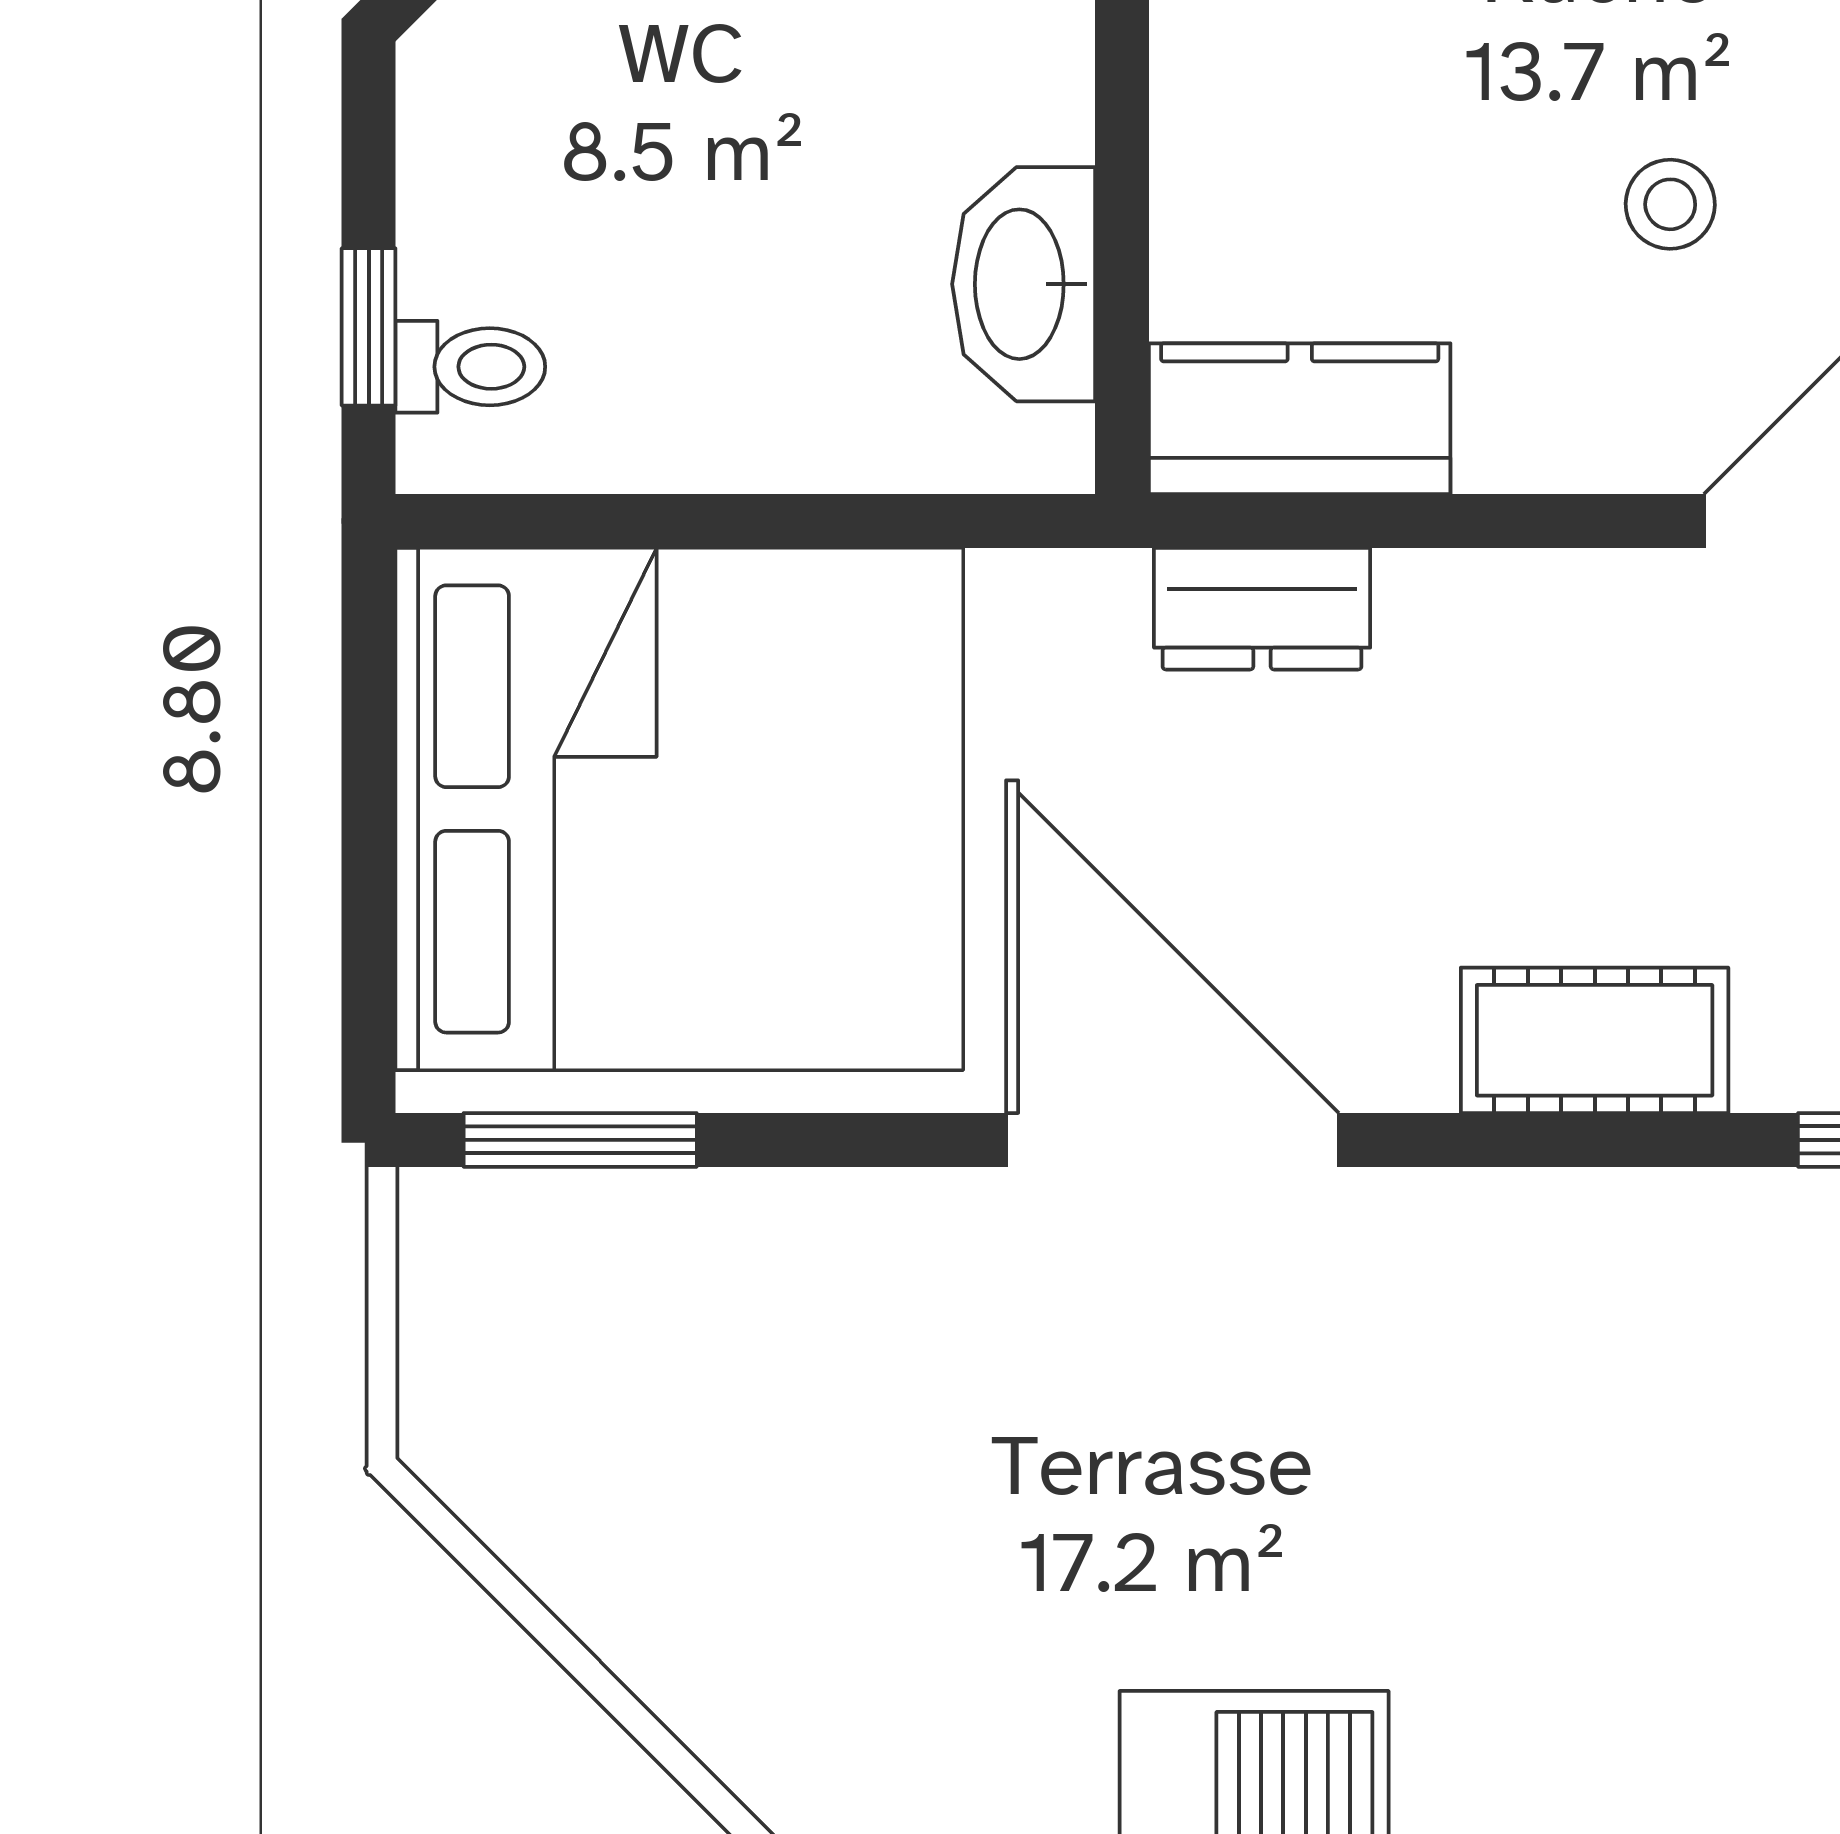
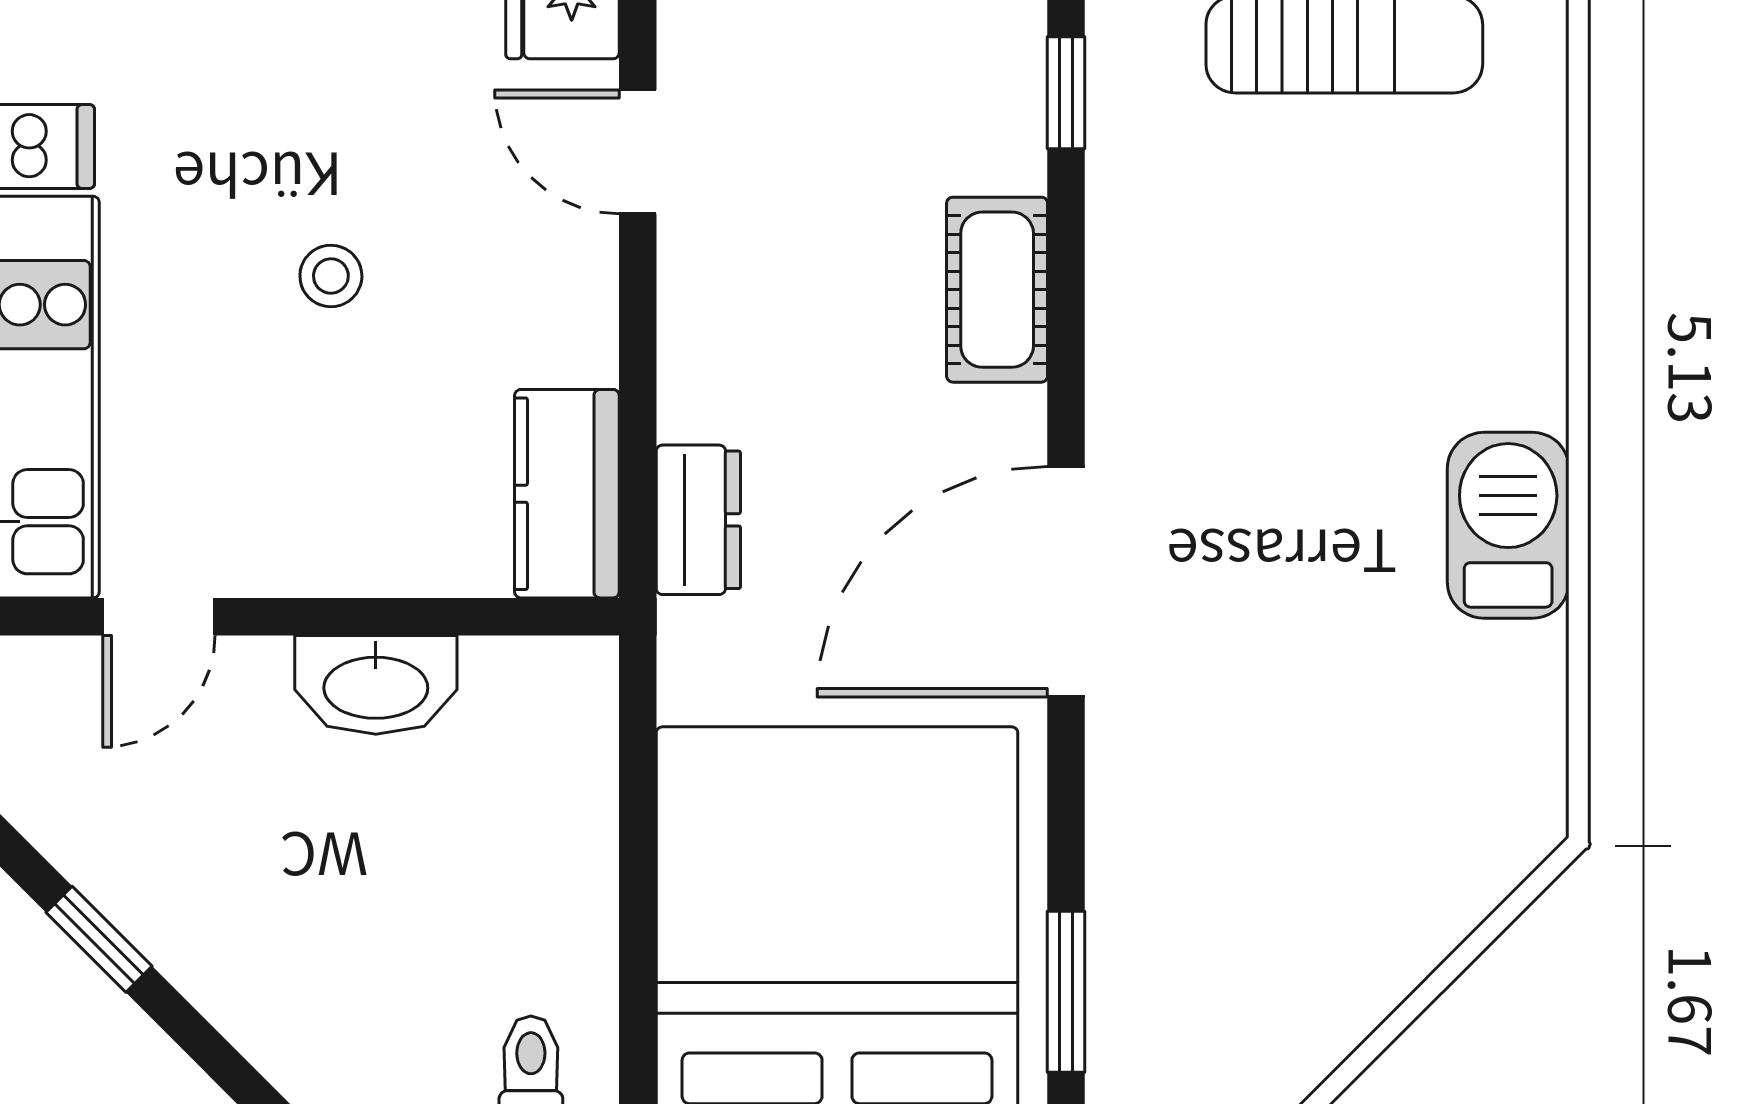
stool: (1670, 204) -> (331, 276), moved
washbasin: (1024, 284) -> (376, 685), moved

